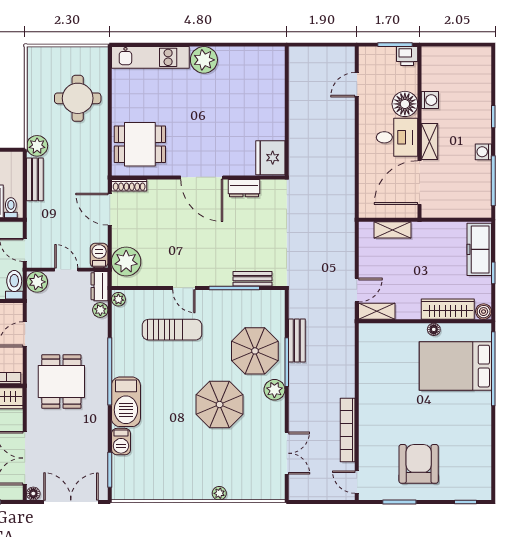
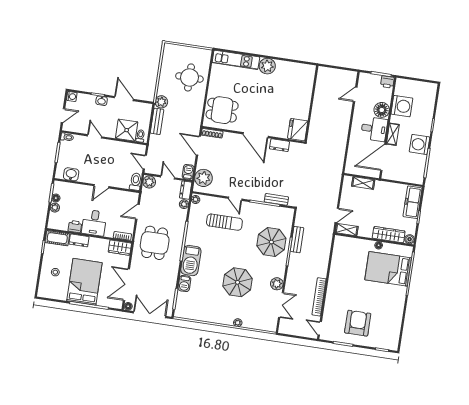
washing machine: (430, 100) -> (402, 106), width x1.89, depth x1.89
washing machine: (483, 152) -> (420, 144), width x1.89, depth x1.89
plant: (274, 390) -> (277, 284), moved
parasol: (220, 404) -> (238, 282), moved

